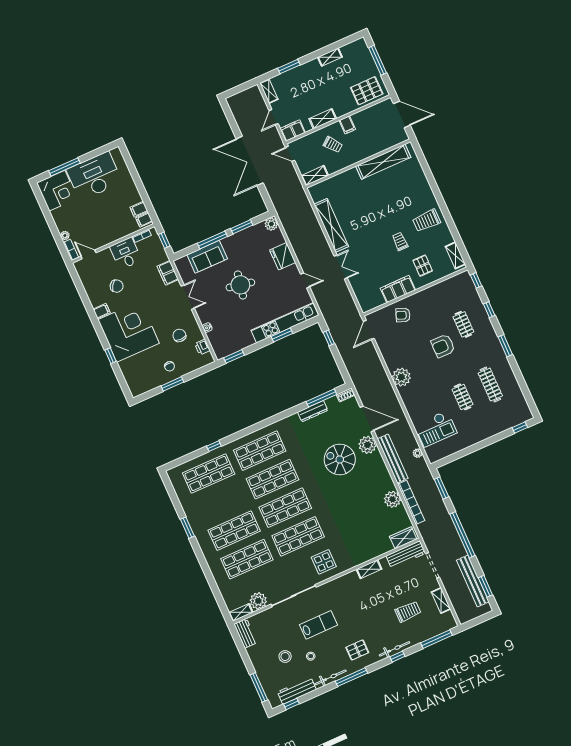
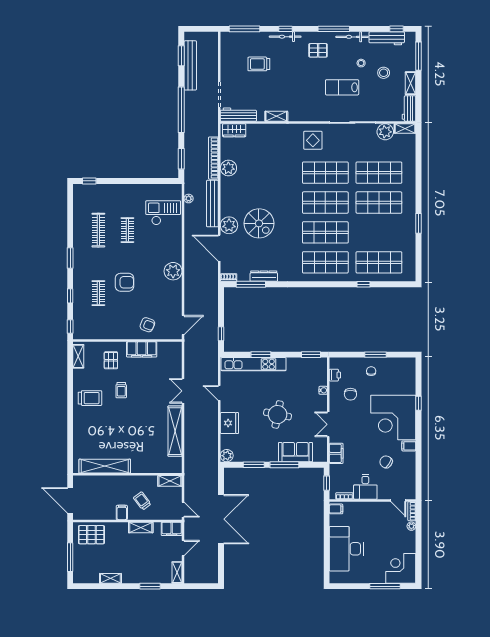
desk: (94, 176) -> (346, 549), moved, turned 90
filing cabinet: (139, 209) -> (337, 520), removed
shelving: (441, 601) -> (411, 83), moved

